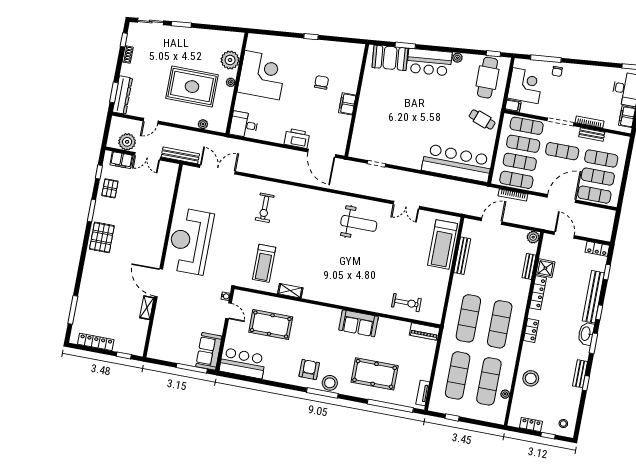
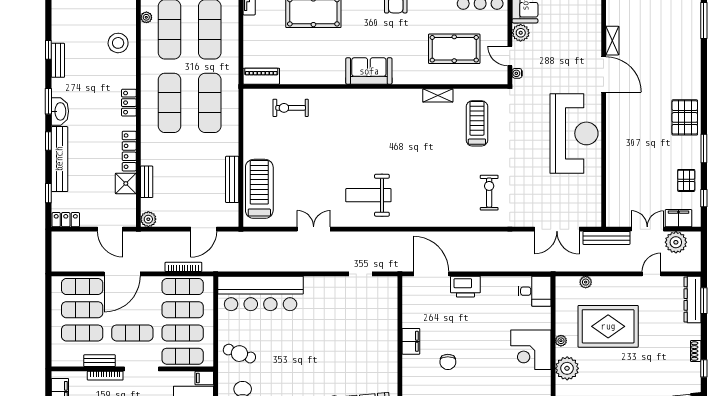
corner desk: (262, 75) -> (531, 350), width x0.74, depth x0.74
sofa: (359, 323) -> (369, 71), moved
plant: (217, 327) -> (521, 33), added

